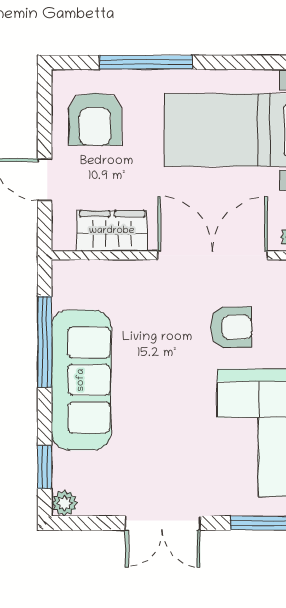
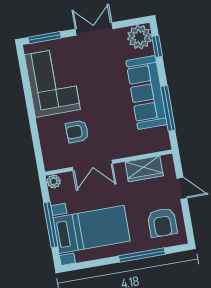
armchair: (95, 119) -> (162, 223), turned 180
double door: (213, 255) -> (92, 165), width x0.73
plant: (65, 503) -> (139, 37), width x1.88, depth x1.88

